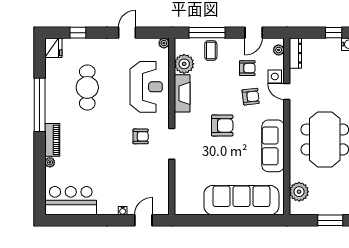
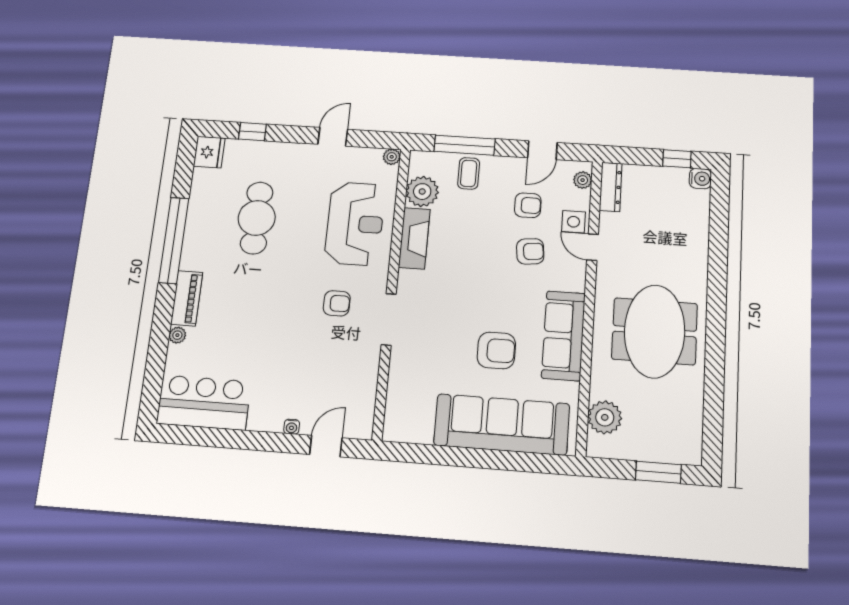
armchair: (222, 125) -> (496, 350), moved

